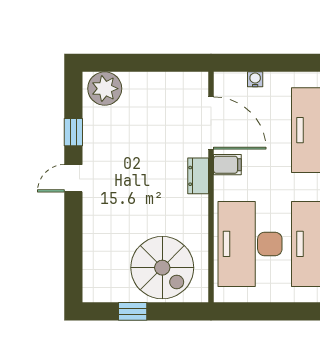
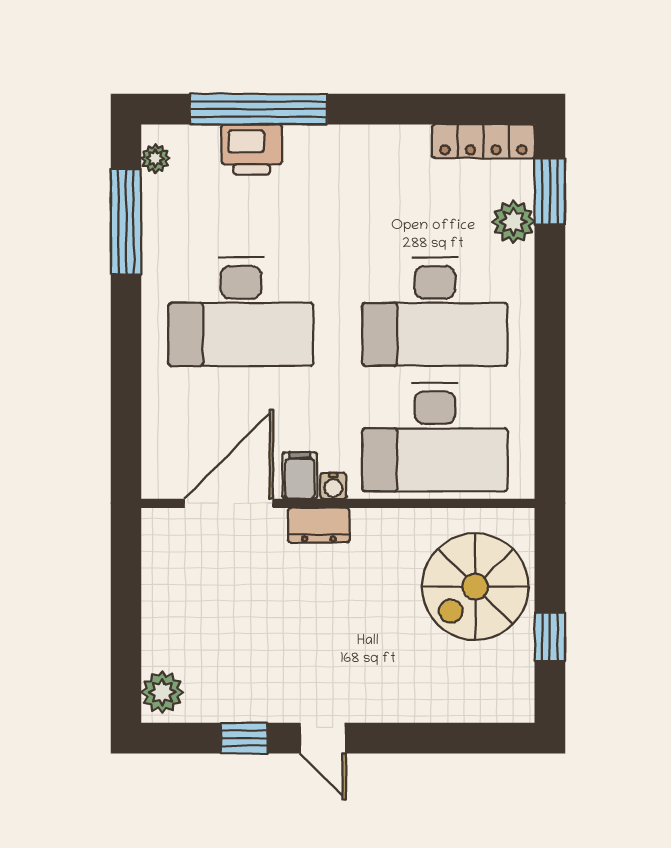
water cooler: (255, 79) -> (333, 486), moved, turned -90
plant: (105, 89) -> (162, 692), width x0.73, depth x0.73
spiral stairs: (162, 268) -> (475, 587), turned 180

